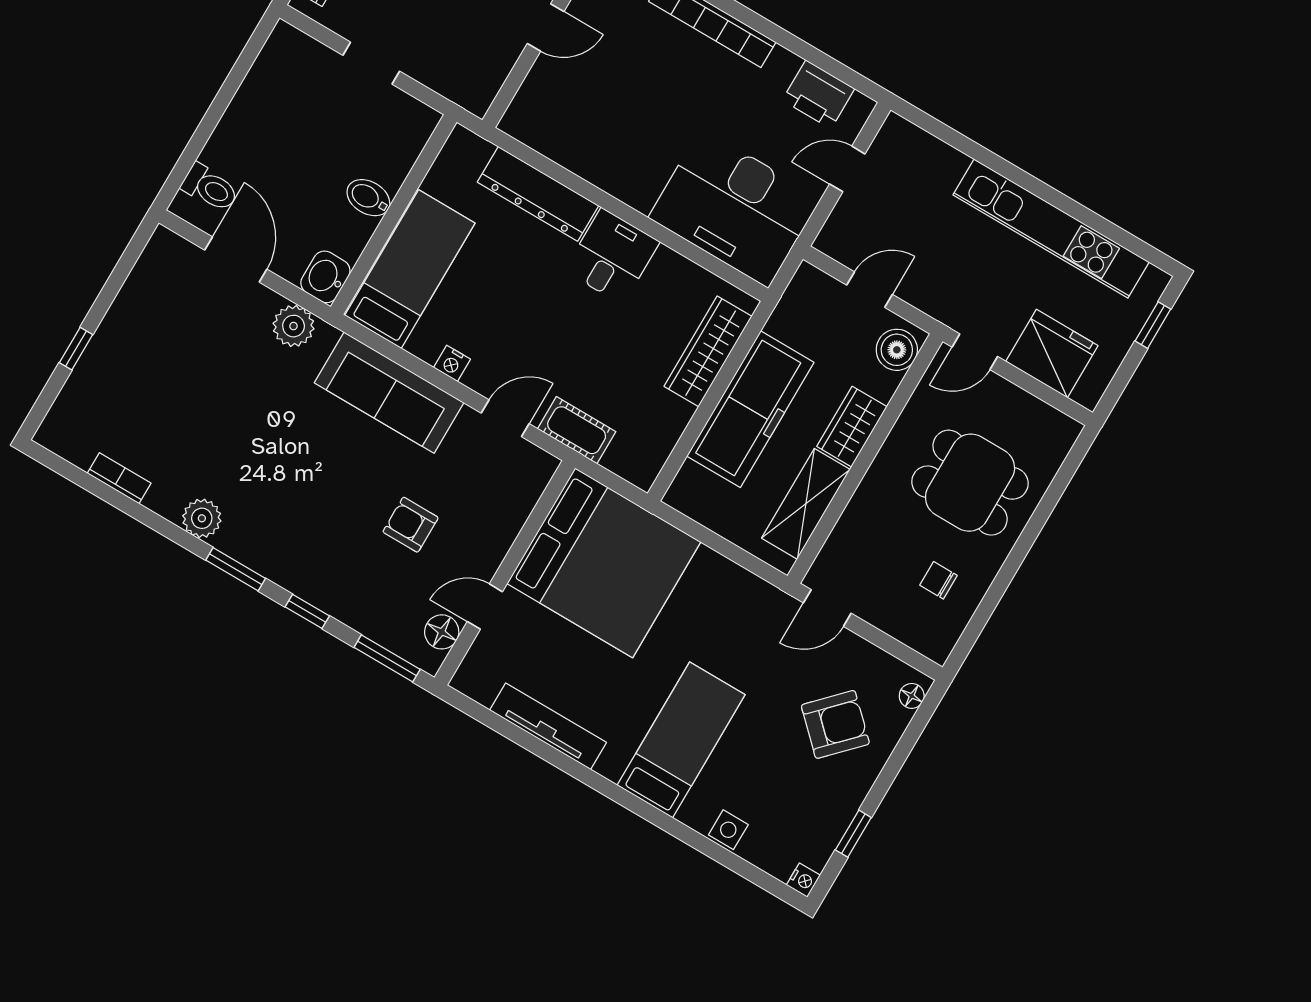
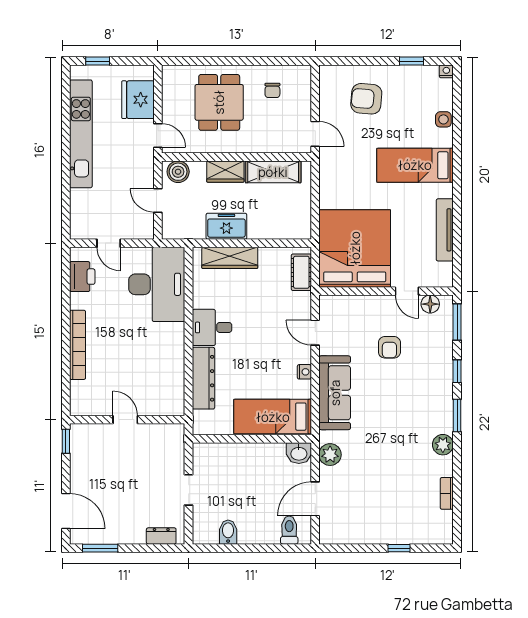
bidet: (368, 198) -> (228, 532), moved, turned 180
freezer: (750, 409) -> (226, 226), width x0.52, depth x0.79
cot: (577, 430) -> (301, 272), moved
floor lamp: (912, 696) -> (333, 71), removed
armchair: (835, 724) -> (366, 99), turned -39

